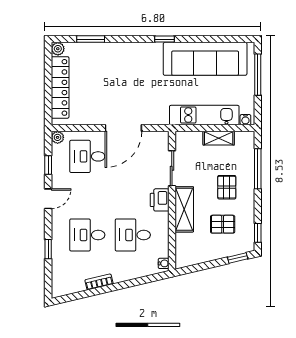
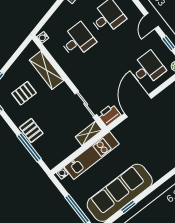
window: (165, 39) -> (128, 207), moved
shelving: (219, 138) -> (89, 133), moved
pallet: (227, 187) -> (31, 130), moved
printer: (160, 200) -> (109, 115), moved, turned -90
shelving: (184, 209) -> (47, 70), moved

